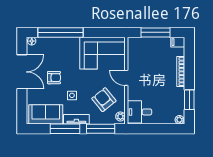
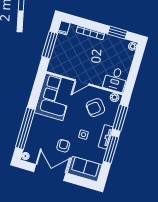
sofa: (46, 114) -> (85, 169), moved, turned 90

